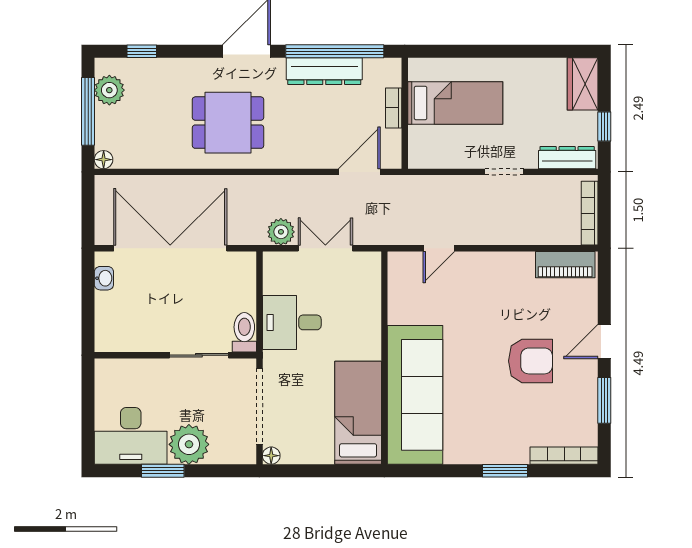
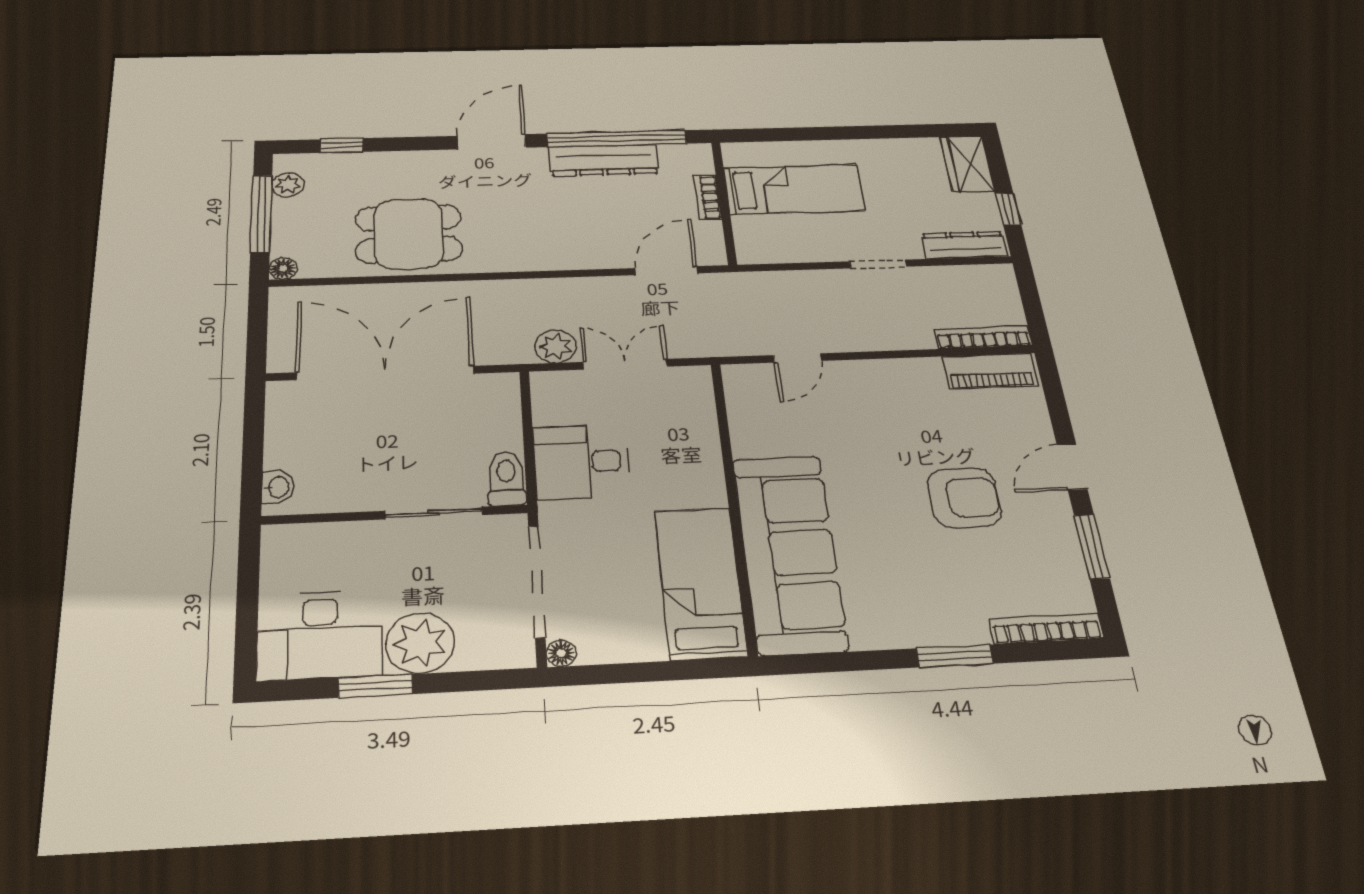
plant: (109, 90) -> (288, 185), width x0.73, depth x0.73
dining table: (228, 123) -> (409, 234), moved
bookcase: (590, 213) -> (983, 337), moved, turned 90
washbasin: (104, 278) -> (278, 487), moved

